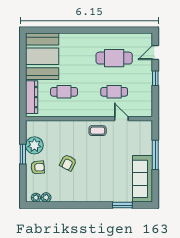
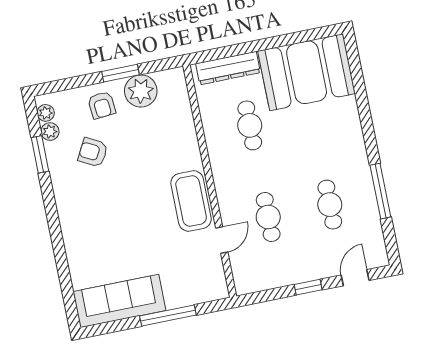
window: (112, 30) -> (380, 191), added
door: (155, 53) -> (355, 278), hinge flipped
cafe table: (114, 58) -> (330, 205), width x0.73, depth x0.74
coffee table: (98, 131) -> (191, 201), width x1.86, depth x1.72
armchair: (68, 163) -> (93, 152), moved
window: (122, 205) -> (40, 154), moved

